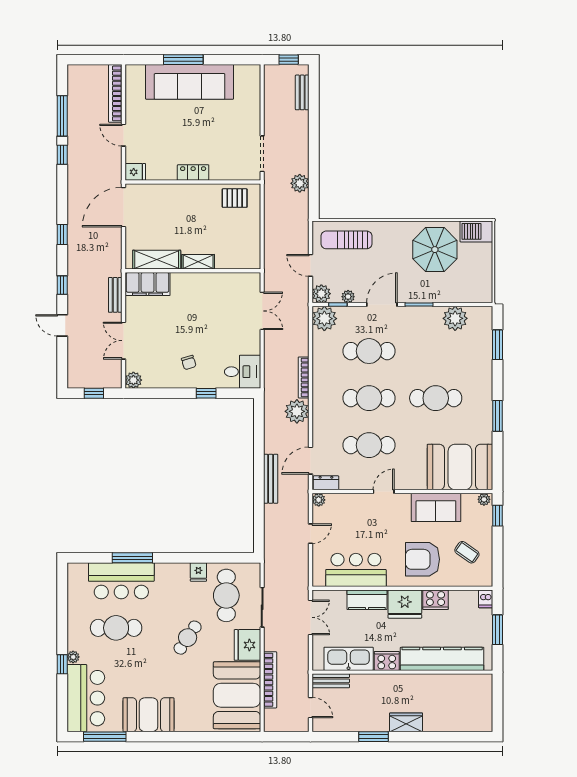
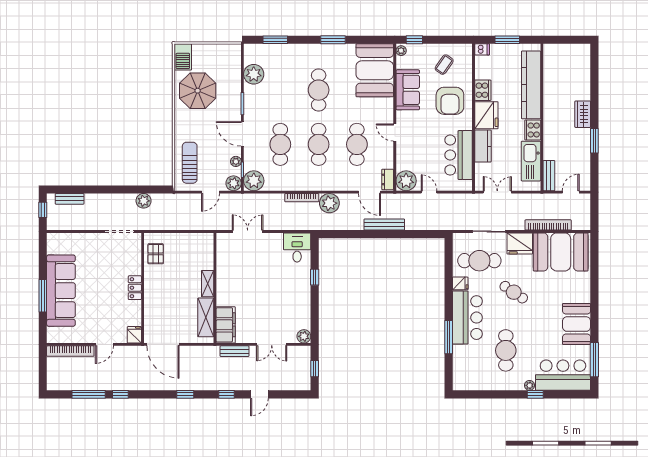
sun lounger: (346, 240) -> (190, 163), turned 180
chair: (189, 362) -> (290, 291), removed
plant: (319, 500) -> (406, 181), width x1.87, depth x1.87
bar counter: (121, 581) -> (467, 318), moved

